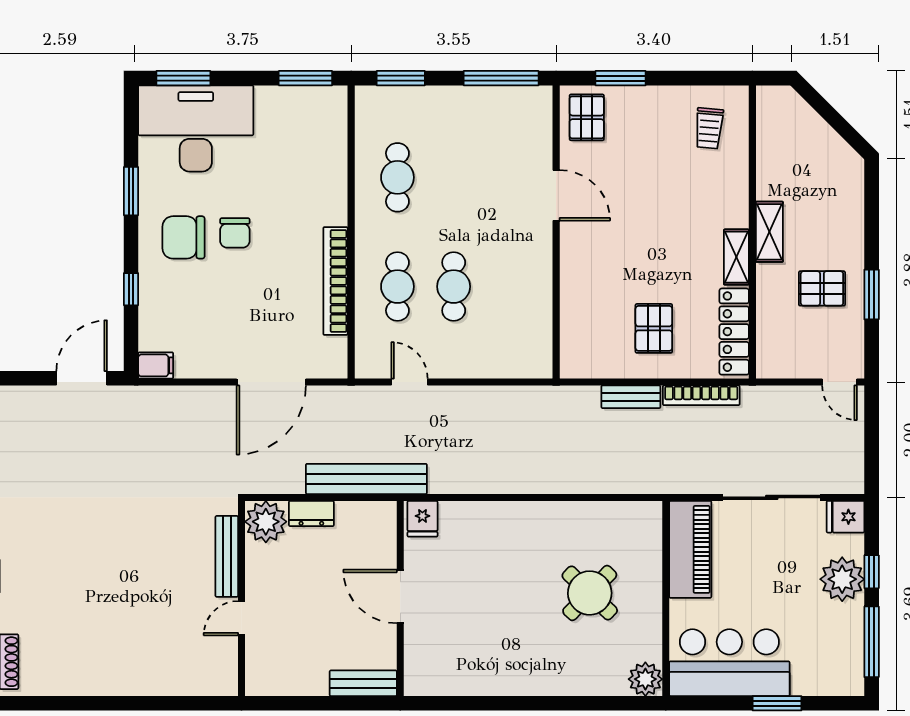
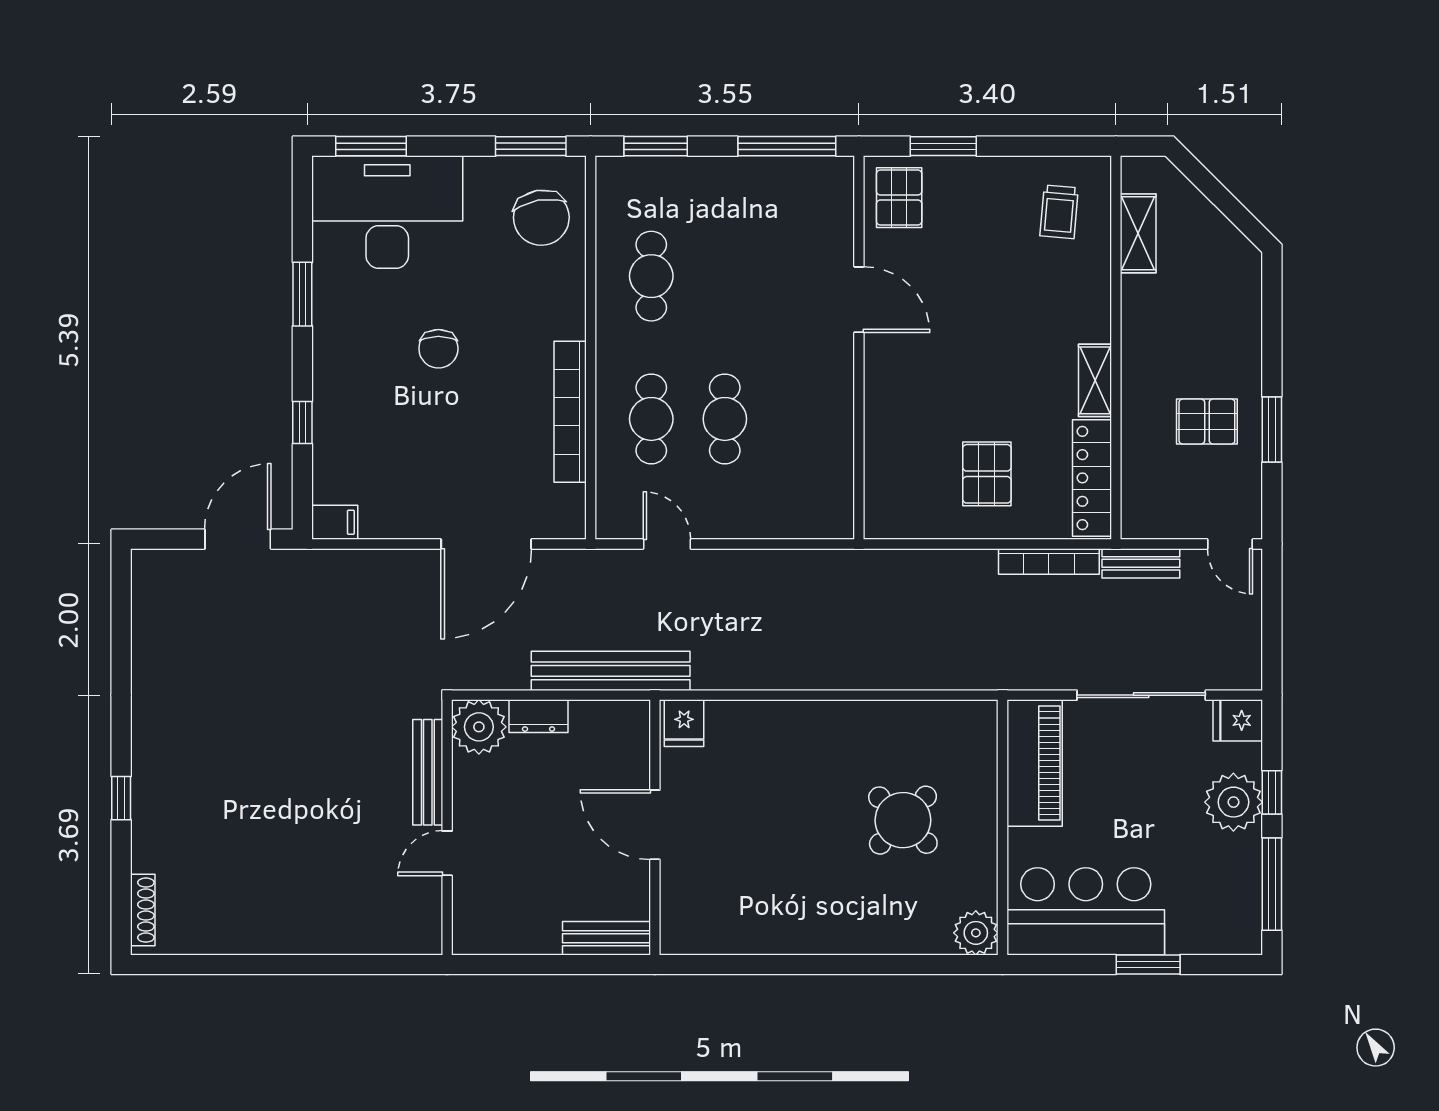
shelving: (769, 232) -> (1138, 233), moved
chair: (184, 237) -> (541, 218), moved, turned -100
bench: (631, 397) -> (1141, 563), moved

